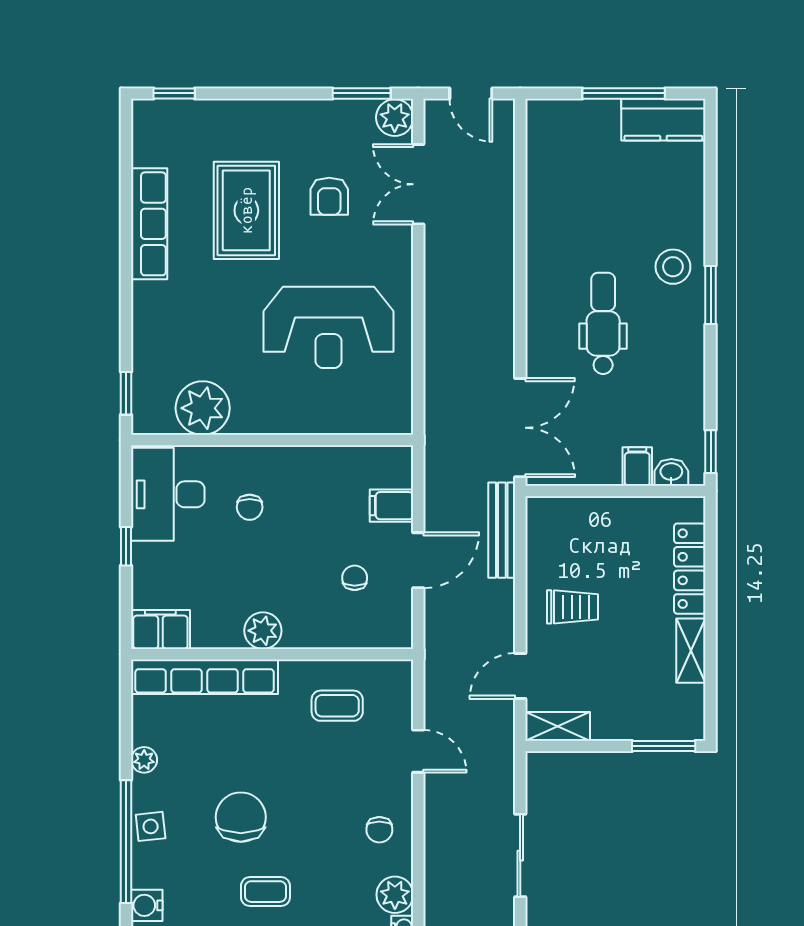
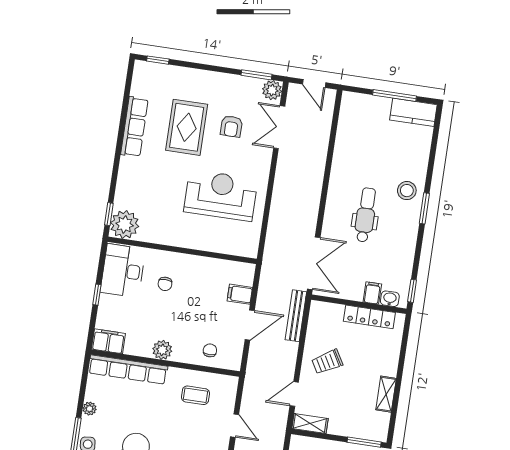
reception desk: (329, 327) -> (221, 195), turned 180
plant: (203, 408) -> (125, 224), moved
locker: (690, 569) -> (369, 317), moved, turned -90
chair: (355, 578) -> (210, 350), moved
trolley: (572, 607) -> (327, 362), turned 150

